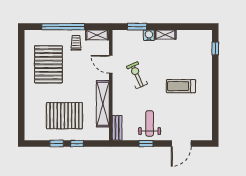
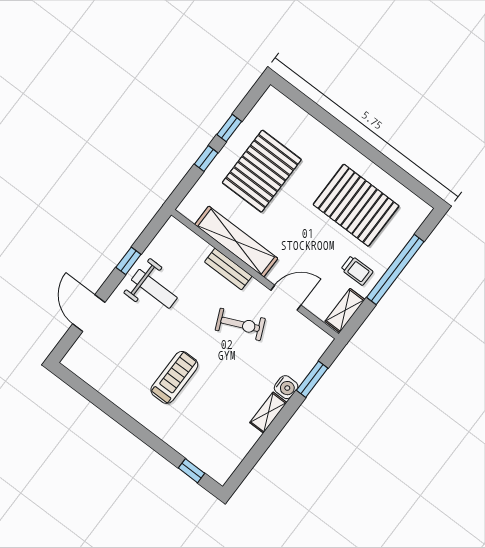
bench: (117, 128) -> (228, 269), moved

